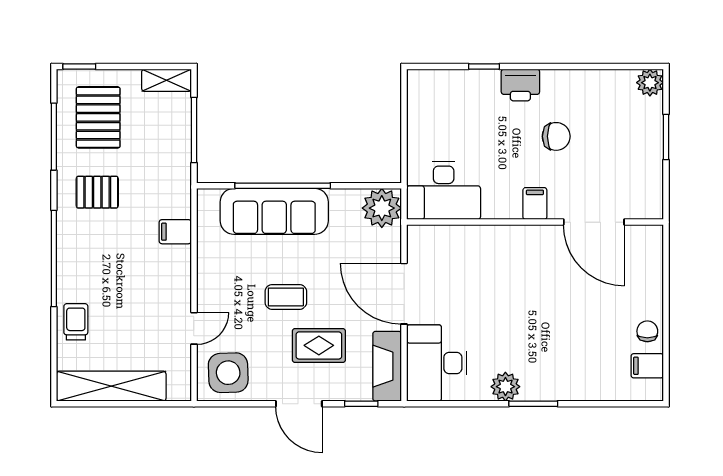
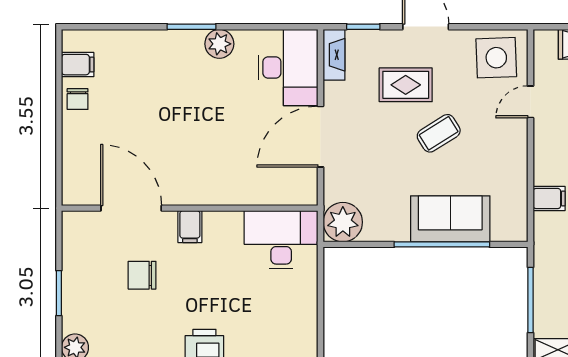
chair: (556, 136) -> (142, 275), moved
sofa: (274, 211) -> (450, 219), width x0.73
door: (404, 294) -> (321, 137), swing flipped
coffee table: (286, 297) -> (439, 133), turned -32
fireplace: (387, 366) -> (334, 55), width x0.73, depth x0.76

